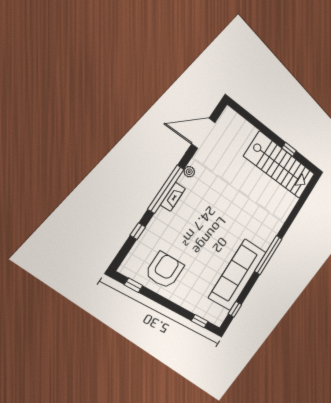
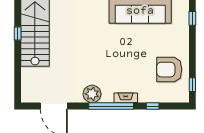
plant: (189, 172) -> (92, 94), width x1.88, depth x1.88
fireplace: (173, 197) -> (126, 98), moved

